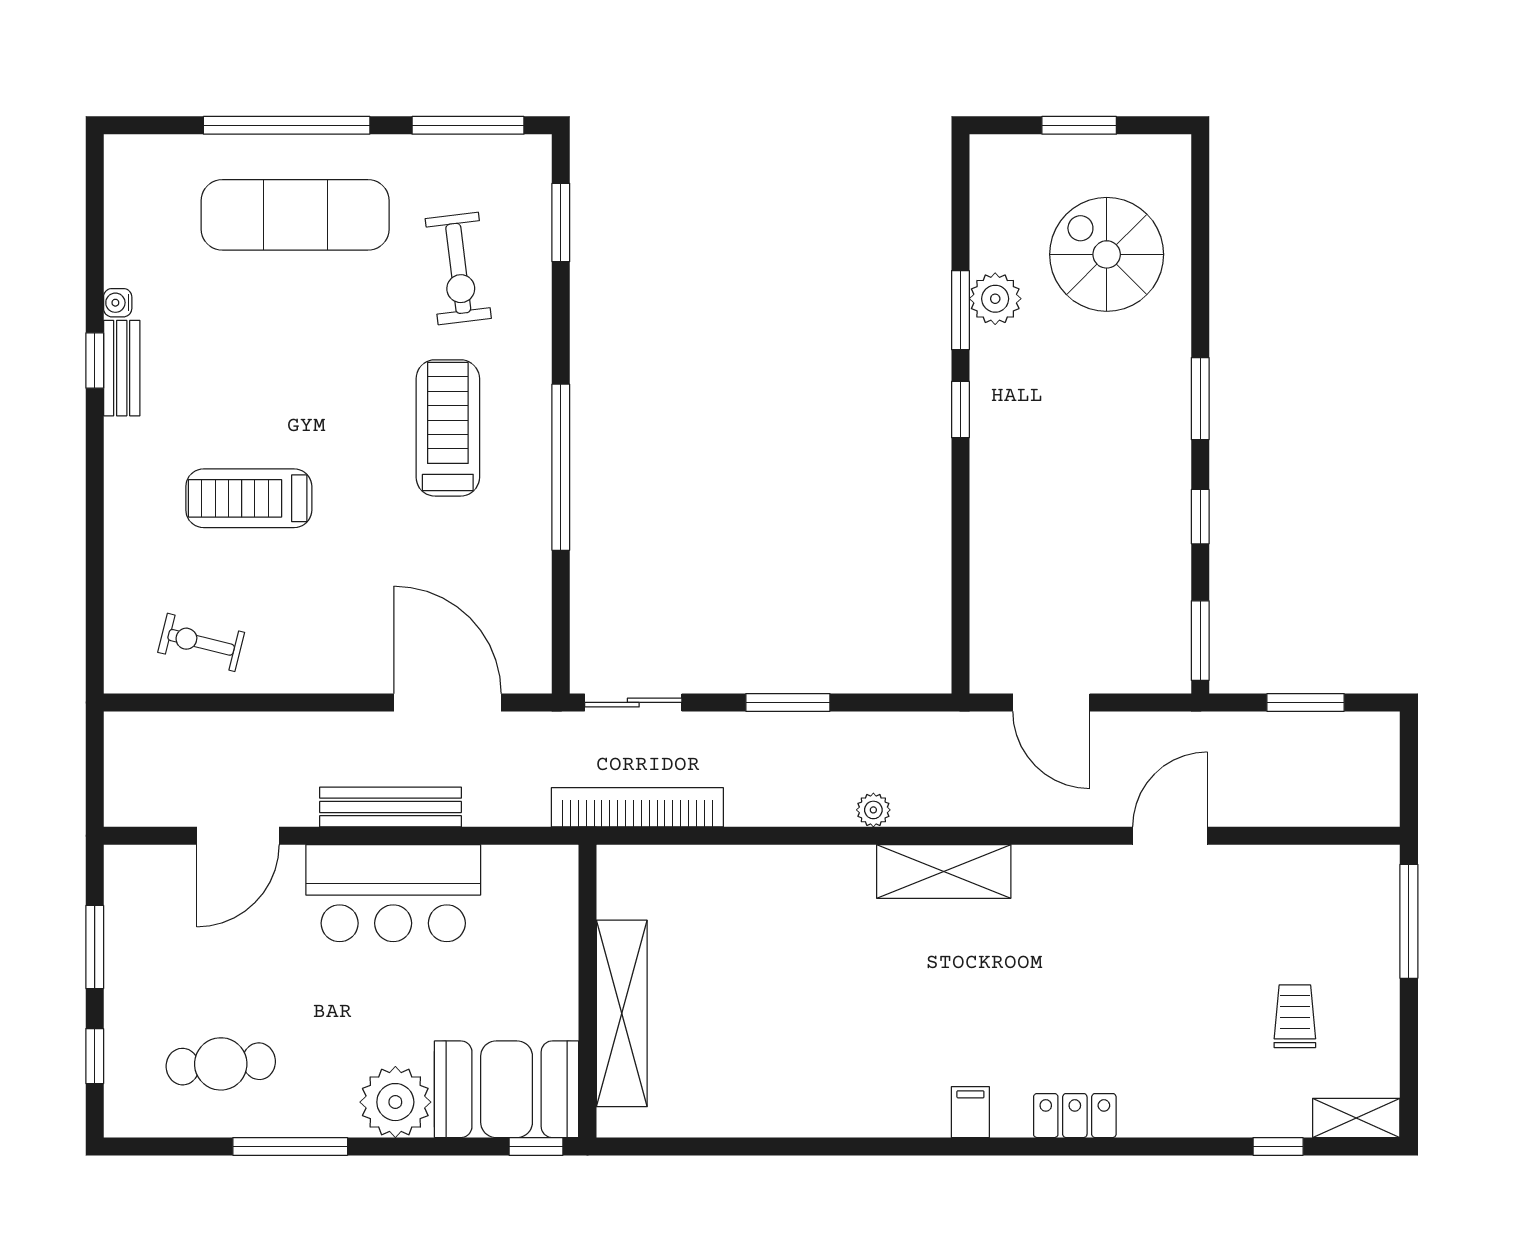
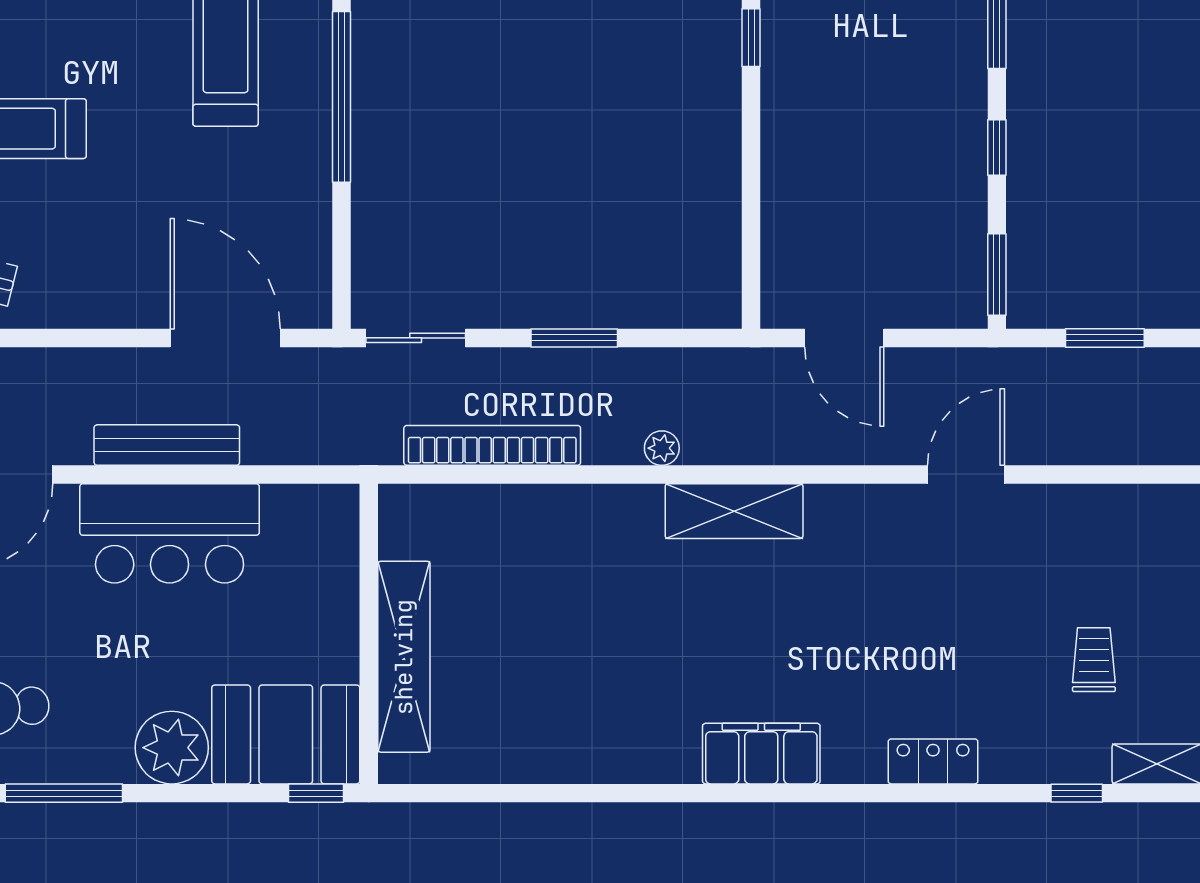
bookcase: (637, 807) -> (492, 445), moved
filing cabinet: (970, 1112) -> (761, 754), width x3.00, depth x1.17
locker: (1075, 1116) -> (933, 761), moved

